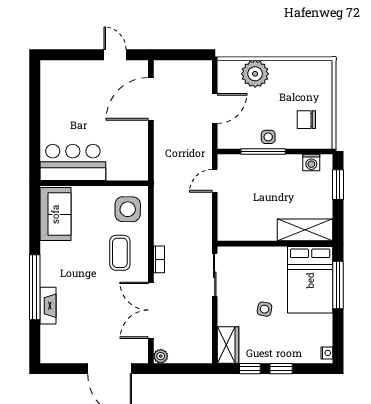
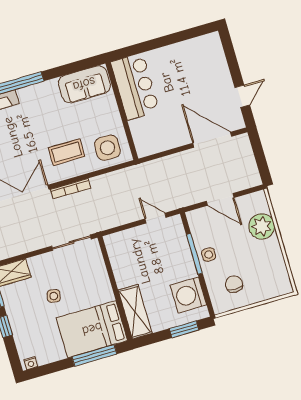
washing machine: (311, 162) -> (188, 295), width x1.89, depth x1.89
bookcase: (159, 259) -> (71, 189), width x1.56

